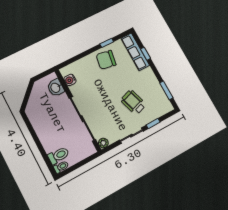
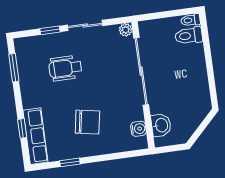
chair: (106, 60) -> (87, 122), moved
wheelchair: (133, 102) -> (65, 68), turned 107

